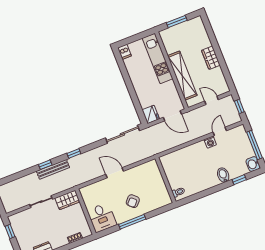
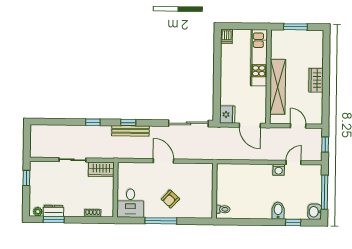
bench: (53, 169) -> (130, 131), moved

